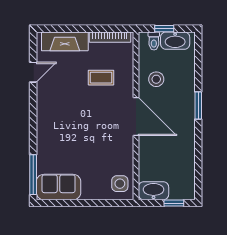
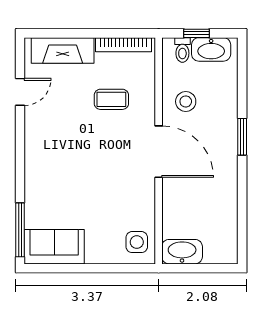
window: (174, 203) -> (209, 268), removed

